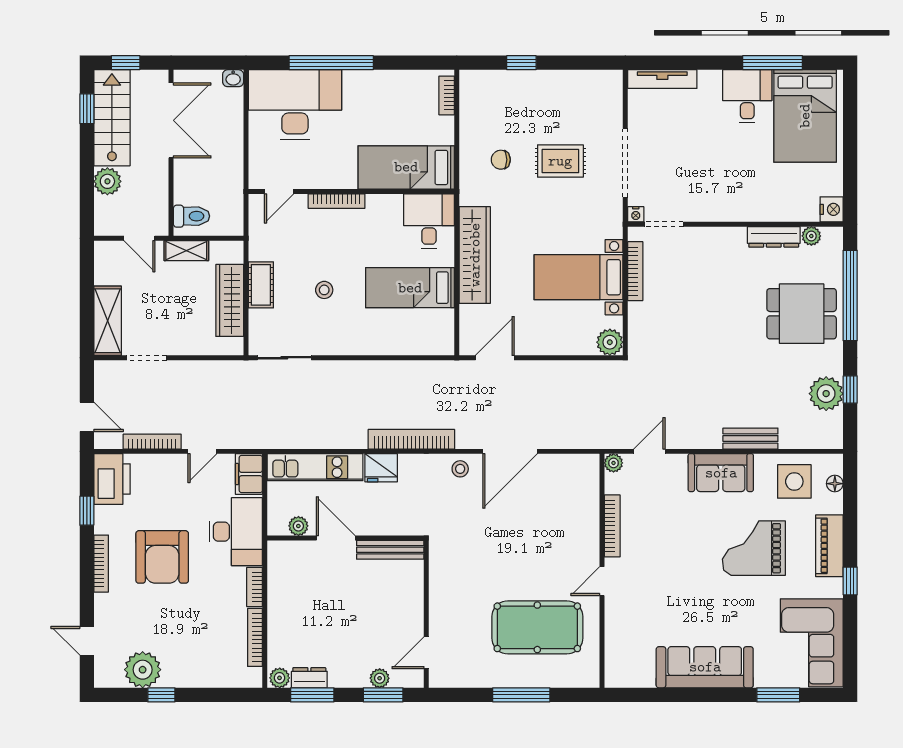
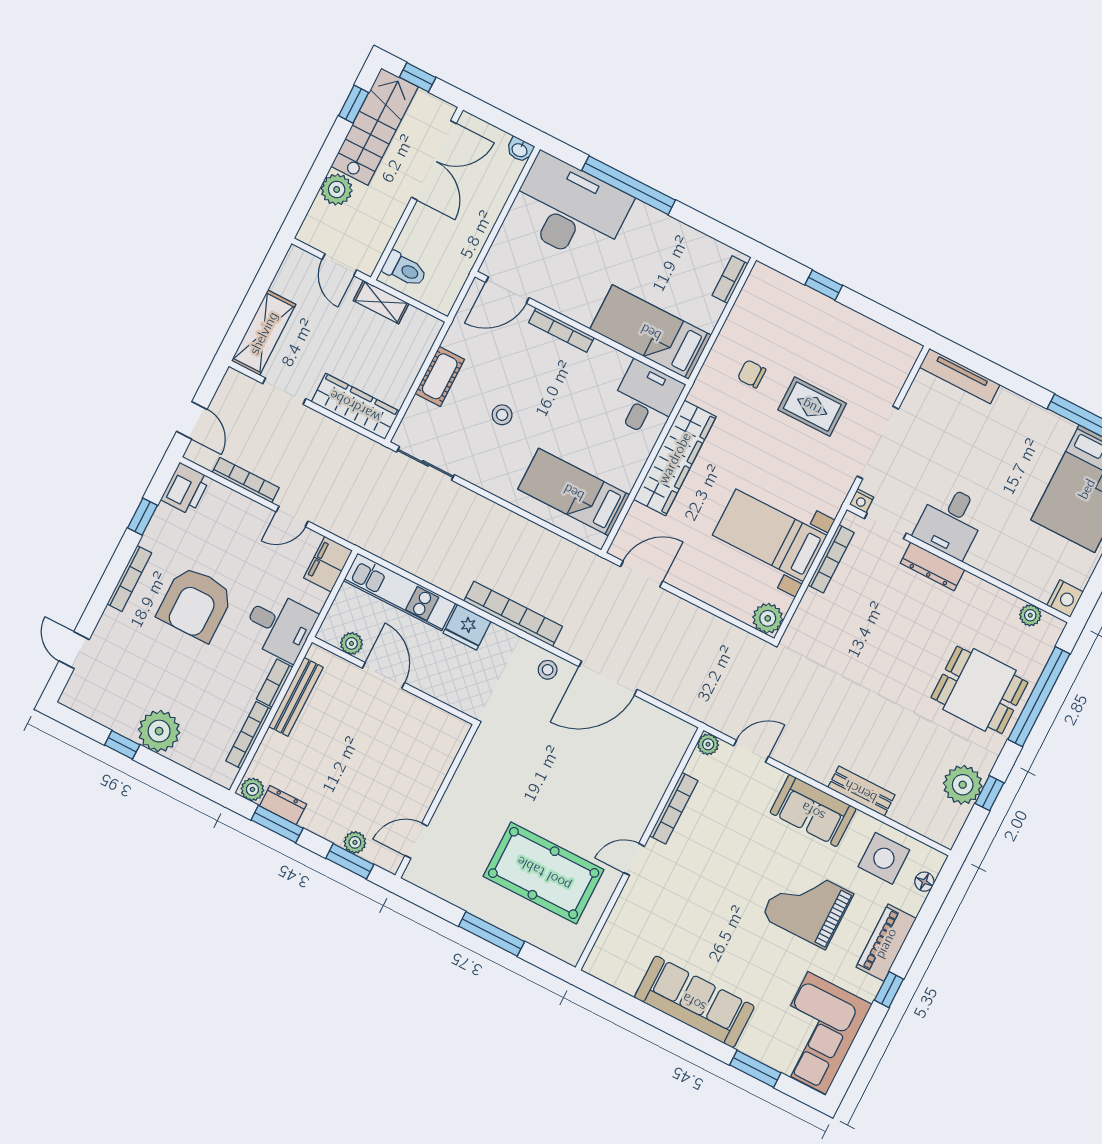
desk: (747, 96) -> (951, 522), moved, turned 180
door: (279, 191) -> (507, 290), width x1.38
dresser: (774, 237) -> (933, 566), moved
bed: (410, 288) -> (574, 492), moved
wardrobe: (230, 300) -> (355, 406), moved, turned 90
printer: (112, 479) -> (186, 489), width x0.73, depth x0.84
desk: (236, 532) -> (279, 626), width x0.73
bench: (390, 550) -> (296, 697), moved, turned 90
plant: (143, 670) -> (159, 731), moved

